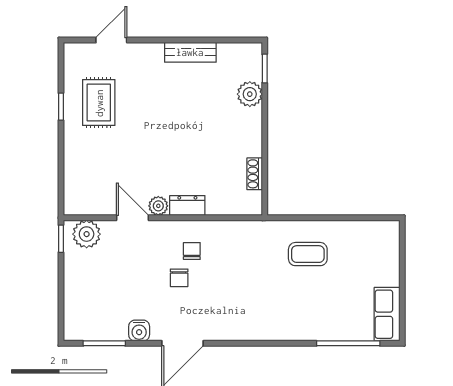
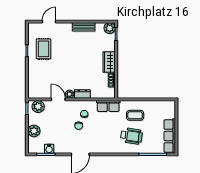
plant: (250, 94) -> (110, 28), moved
wardrobe: (249, 132) -> (109, 62), added
row of seats: (246, 233) -> (108, 106), added
plant: (77, 290) -> (34, 131), added
wheelchair: (300, 301) -> (131, 136), added
row of seats: (387, 314) -> (170, 136), width x1.48
water cooler: (139, 331) -> (49, 149), moved

